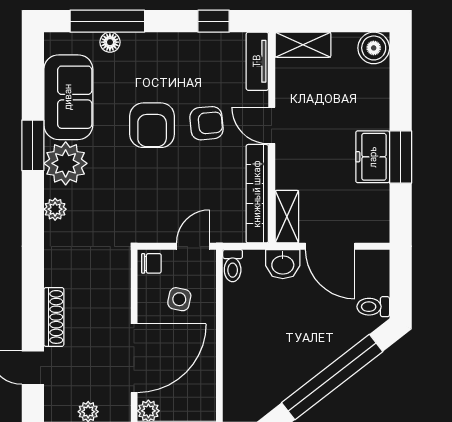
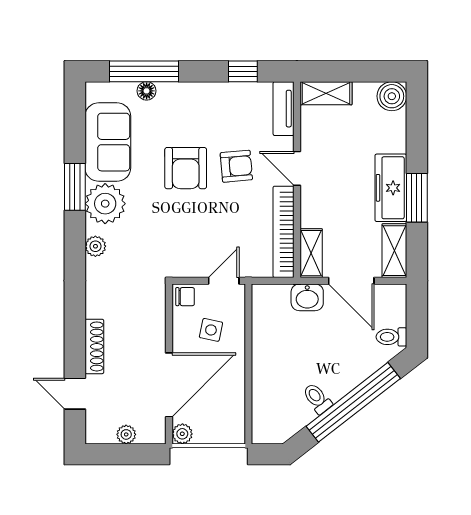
freezer: (373, 157) -> (391, 188), width x1.40
shelving: (376, 214) -> (394, 251), added
toilet: (233, 266) -> (317, 398), moved, turned 142

